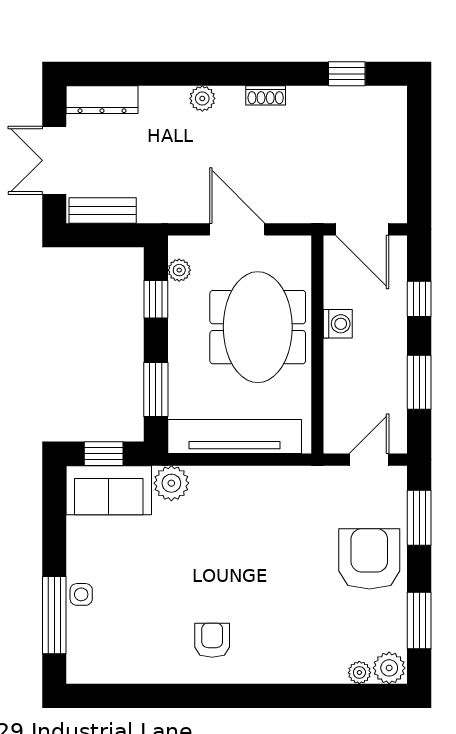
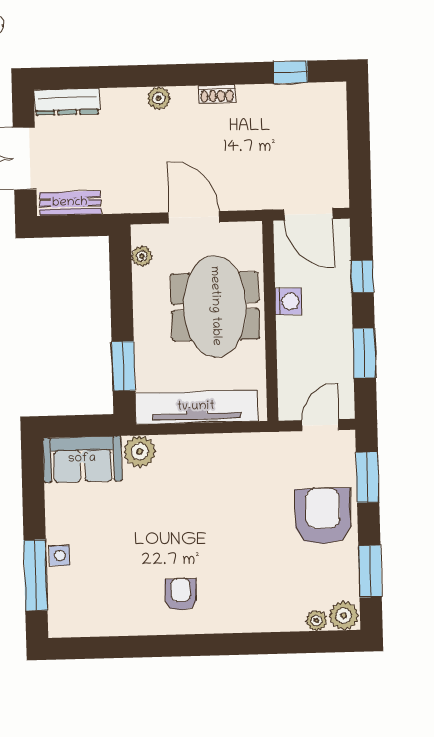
window: (156, 299) -> (121, 283), removed
window: (104, 454) -> (77, 426), removed

